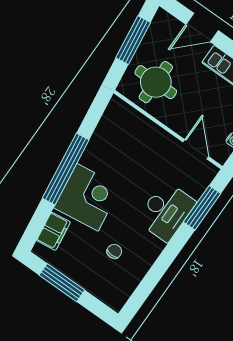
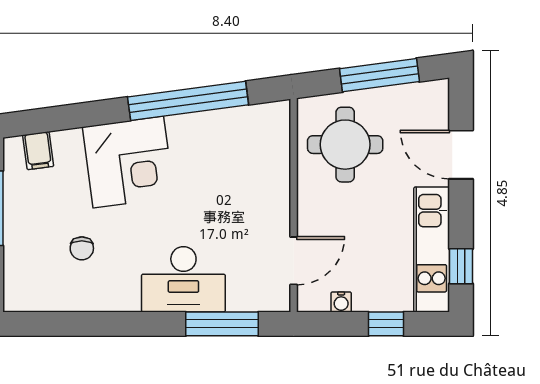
window: (66, 169) -> (188, 101), moved
filing cabinet: (53, 231) -> (38, 151), width x0.50
chair: (114, 251) -> (82, 248), turned 90

